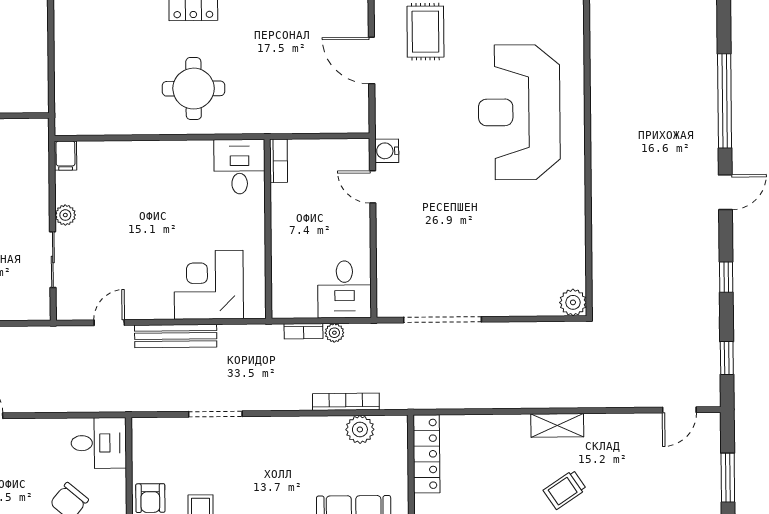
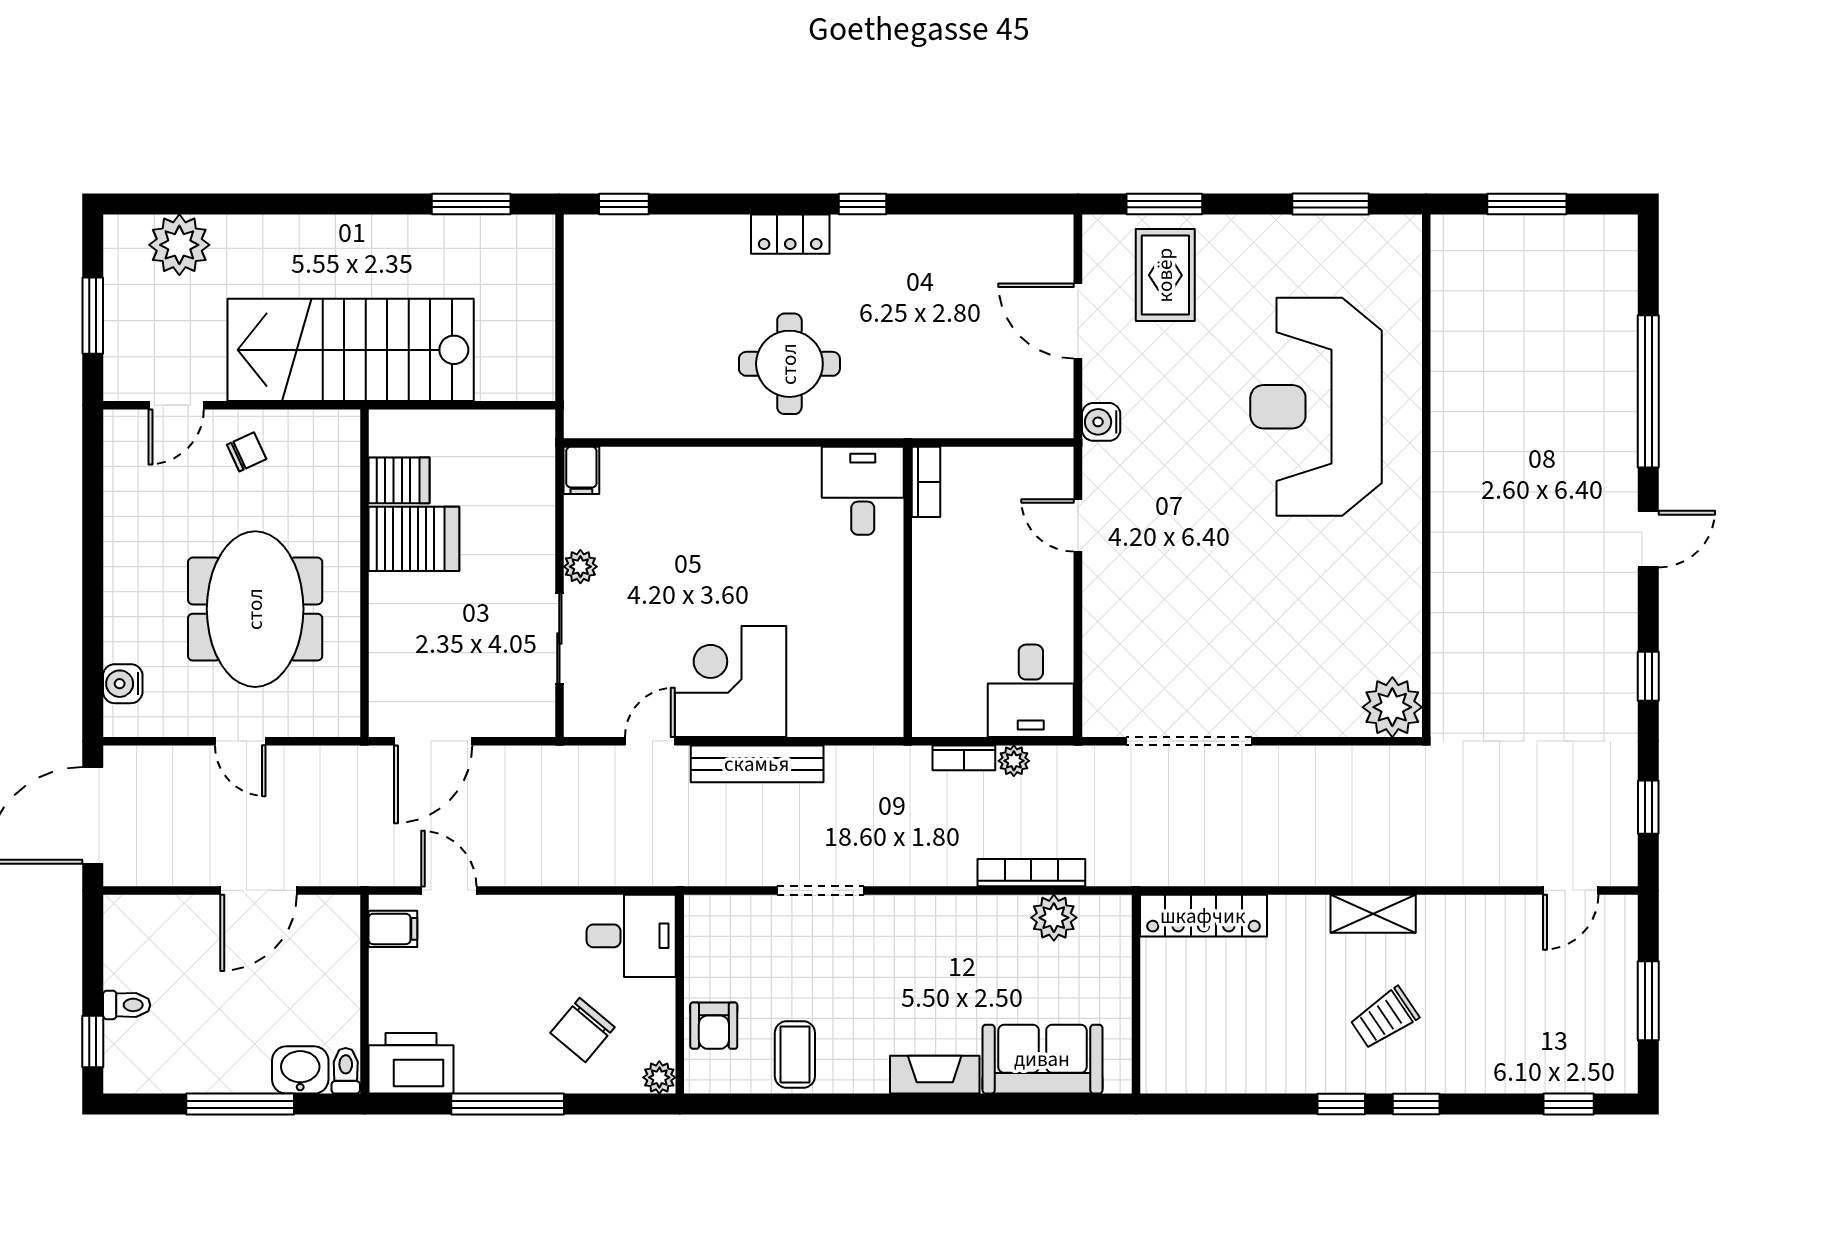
water cooler: (387, 151) -> (1101, 422), moved
corner desk: (209, 285) -> (730, 681), moved
plant: (573, 302) -> (1392, 707), width x1.36, depth x1.36
locker: (426, 454) -> (1203, 916), moved, turned 90

